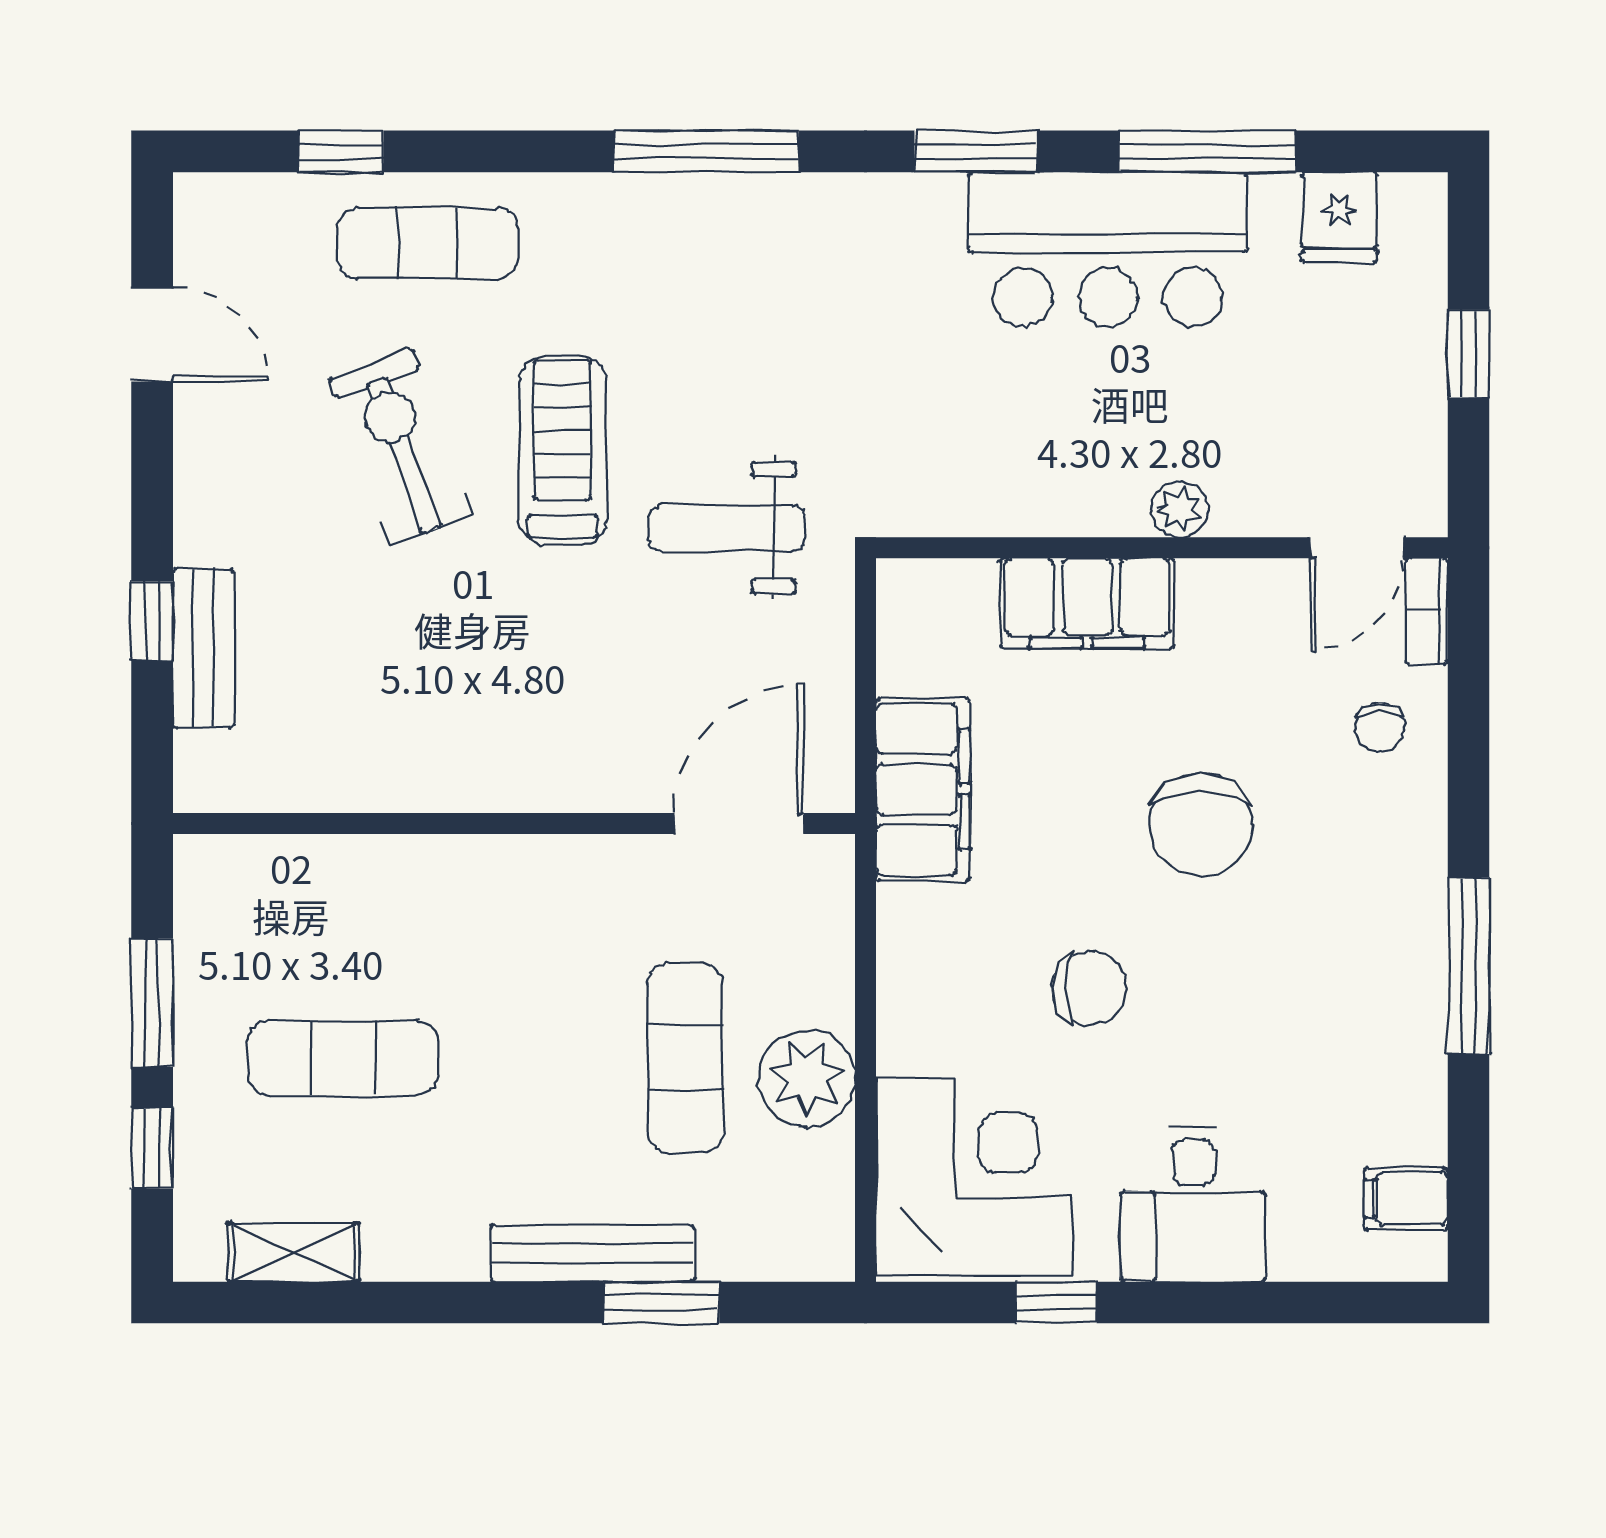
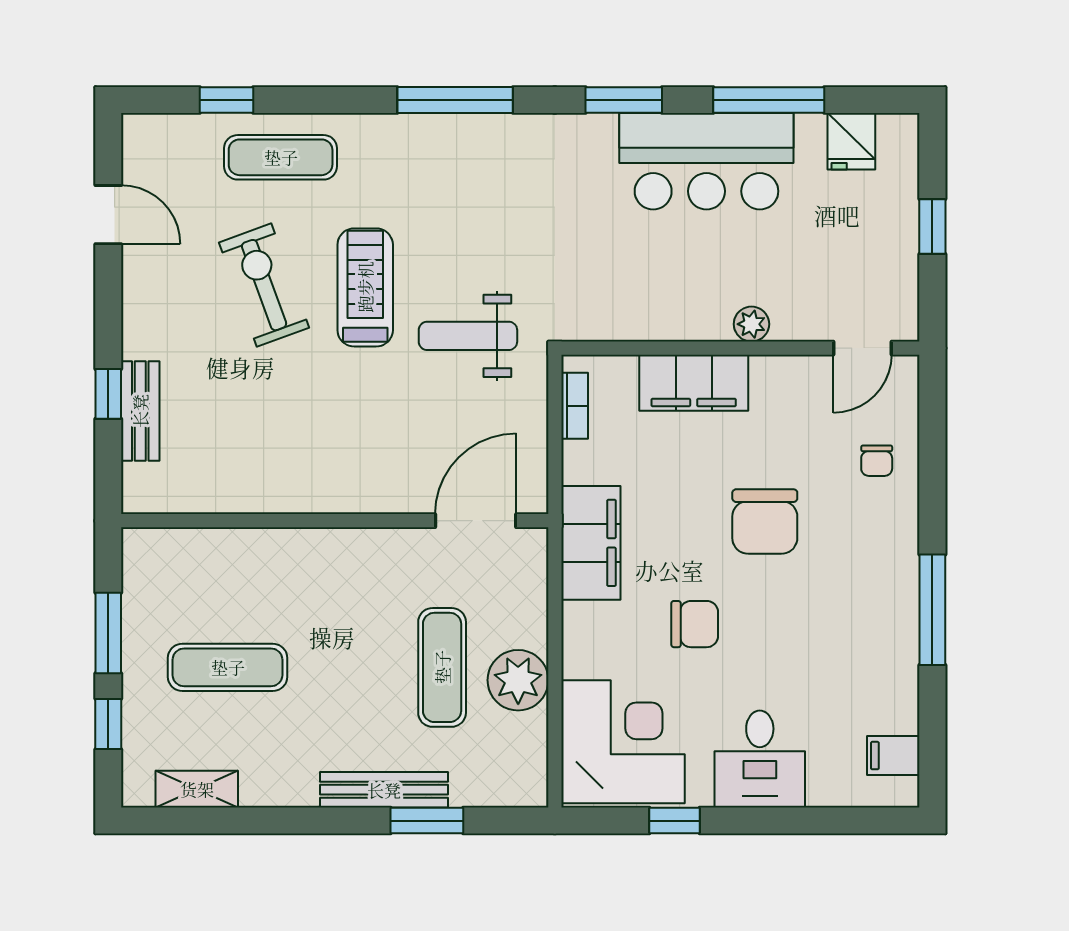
bookcase: (1427, 611) -> (575, 406), moved, turned 180
filing cabinet: (923, 789) -> (591, 543), moved

